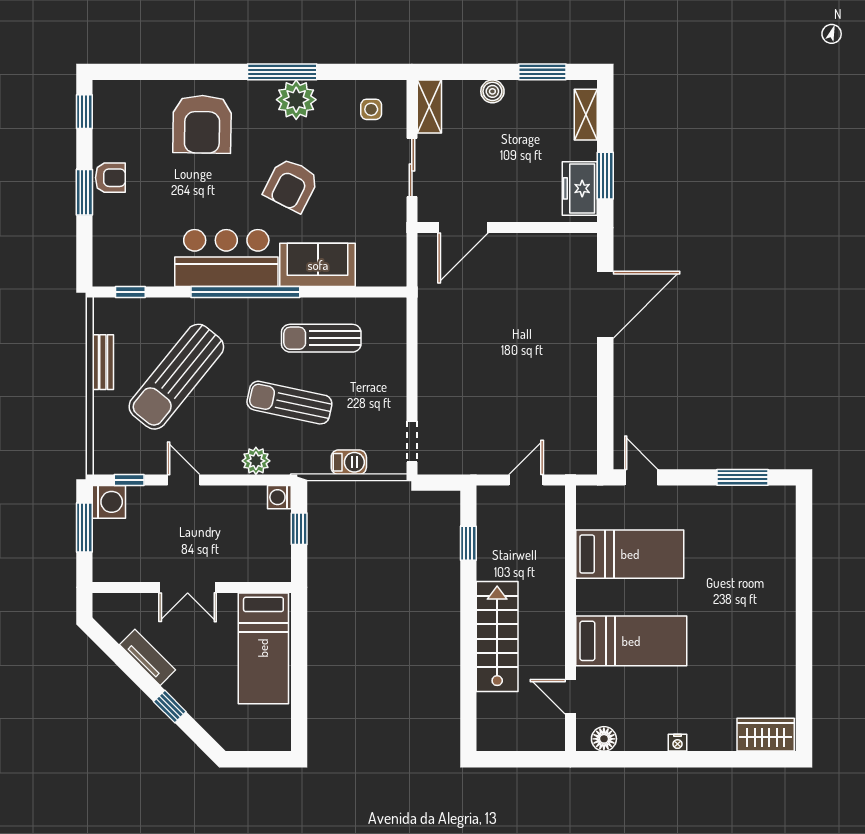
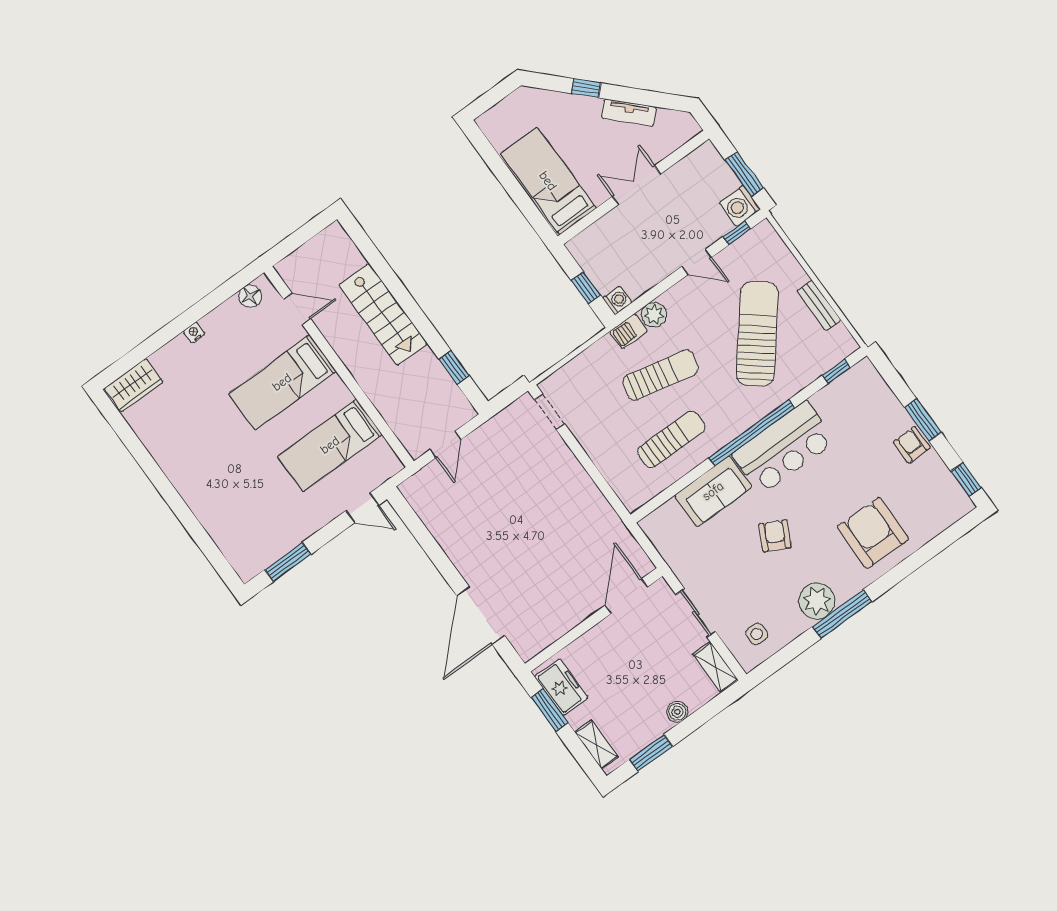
armchair: (110, 178) -> (912, 445), turned 90
armchair: (291, 185) -> (775, 536), width x0.72, depth x0.72
barbecue: (349, 462) -> (629, 331), moved

